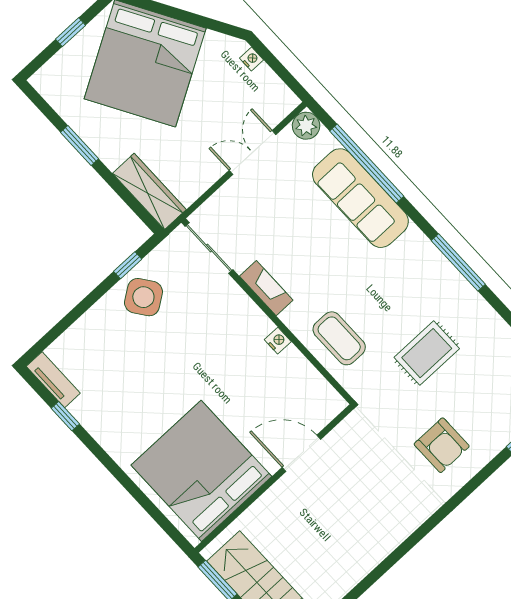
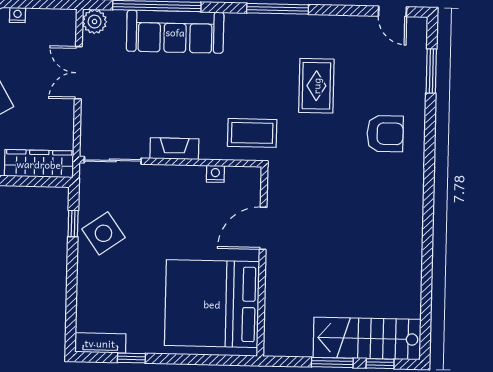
door: (301, 453) -> (263, 228), moved
bed: (201, 471) -> (212, 304), moved
wall: (274, 479) -> (262, 261), moved

